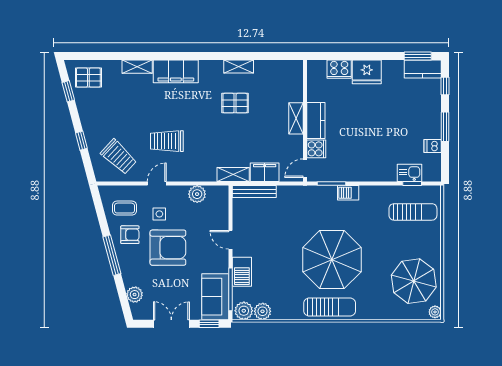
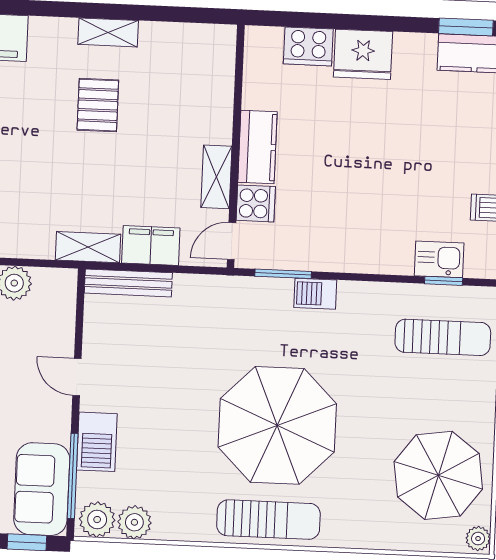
pallet: (235, 103) -> (98, 105), turned 90
shelving: (296, 118) -> (216, 177), moved

